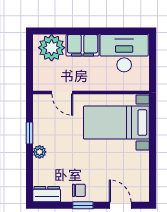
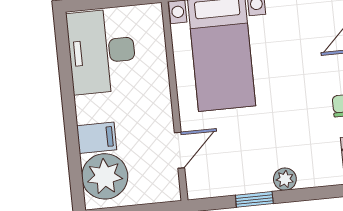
filing cabinet: (83, 45) -> (97, 138), width x0.50

